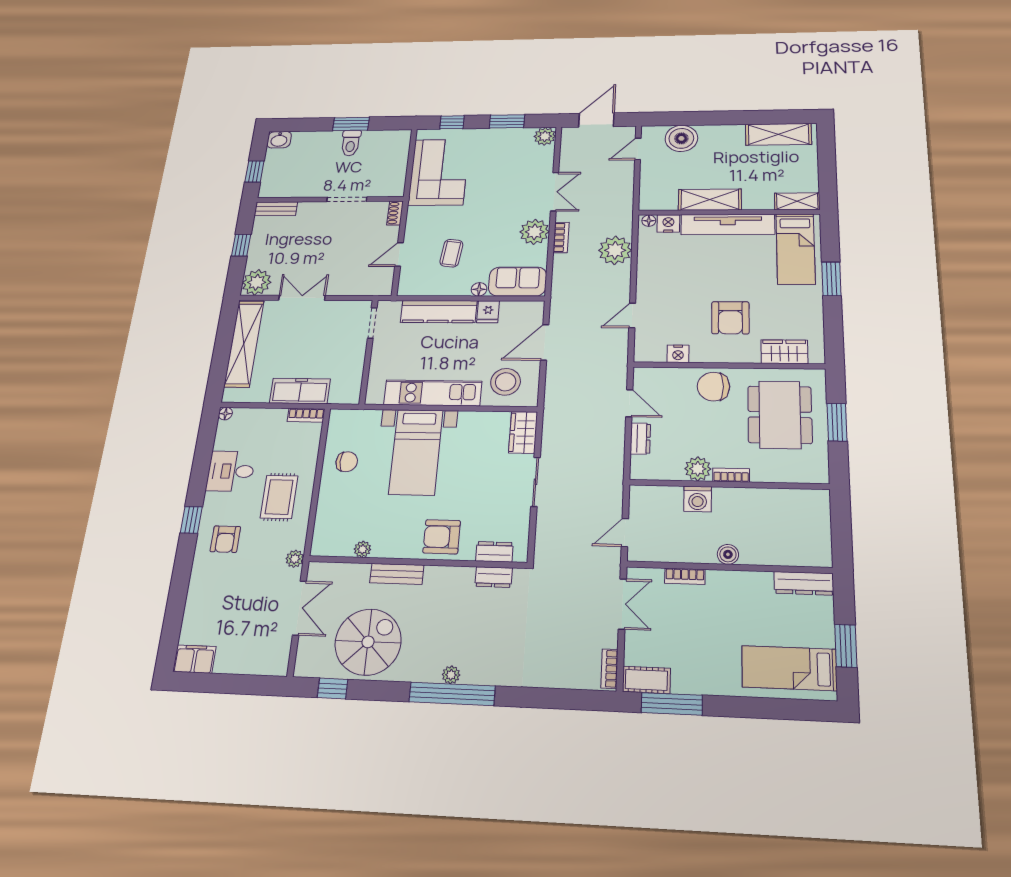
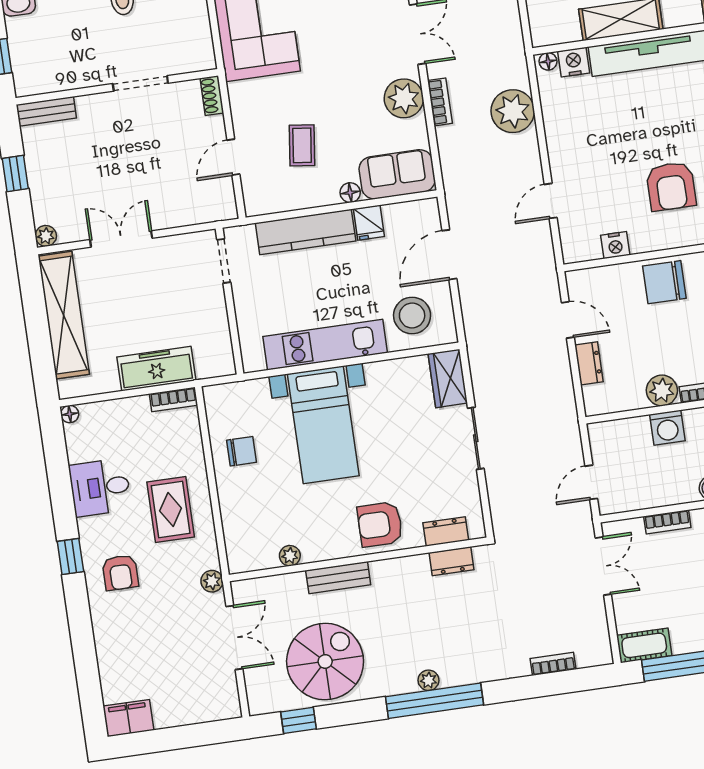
plant: (257, 282) -> (46, 236), width x0.53, depth x0.53
bookcase: (609, 669) -> (553, 664), moved, turned 90

